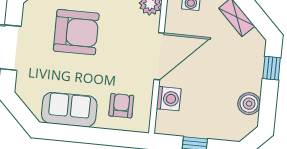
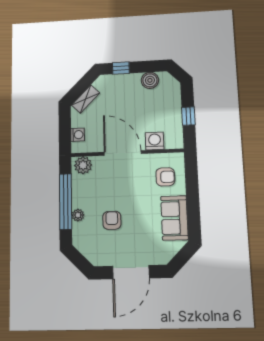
armchair: (76, 32) -> (112, 220), width x0.53, depth x0.53
armchair: (121, 106) -> (165, 177), turned 180

